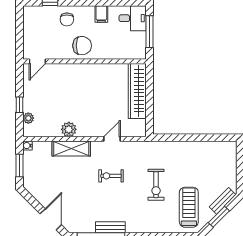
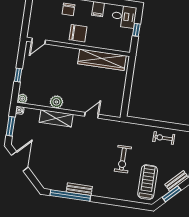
window: (150, 32) -> (136, 30), width x0.46
wardrobe: (137, 91) -> (102, 60), moved, turned -90
plant: (28, 118) -> (22, 99), moved
exercise bike: (111, 176) -> (164, 138), moved
door: (51, 219) -> (20, 161), moved

